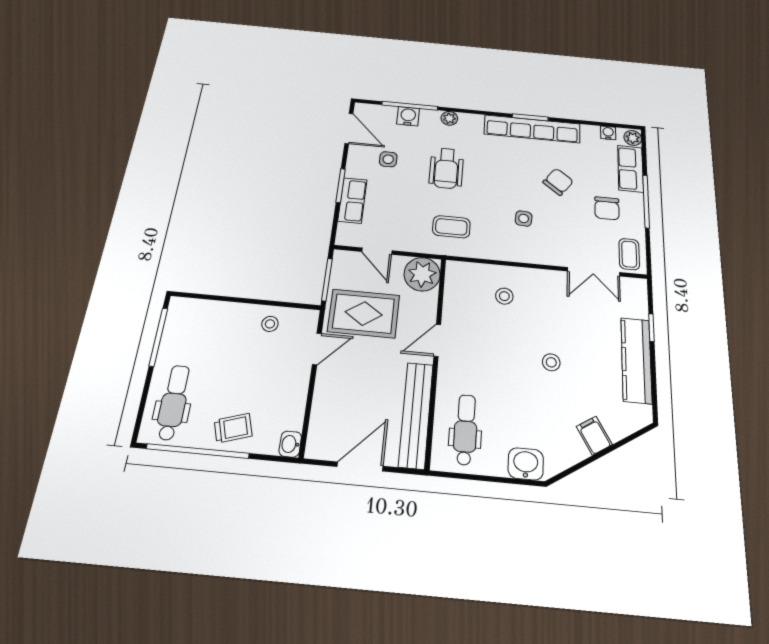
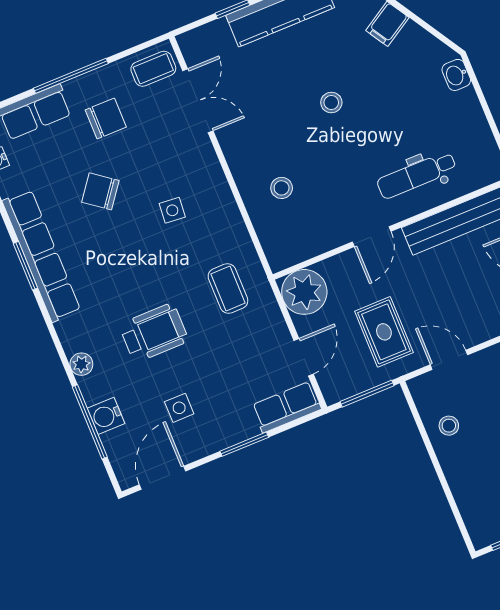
row of seats: (352, 200) -> (286, 407), moved
rug: (364, 313) -> (384, 332), width x0.73, depth x0.70
door: (437, 340) -> (372, 237), hinge flipped
dental chair: (465, 429) -> (417, 175), moved
washbasin: (526, 464) -> (456, 75), width x0.72, depth x0.69

